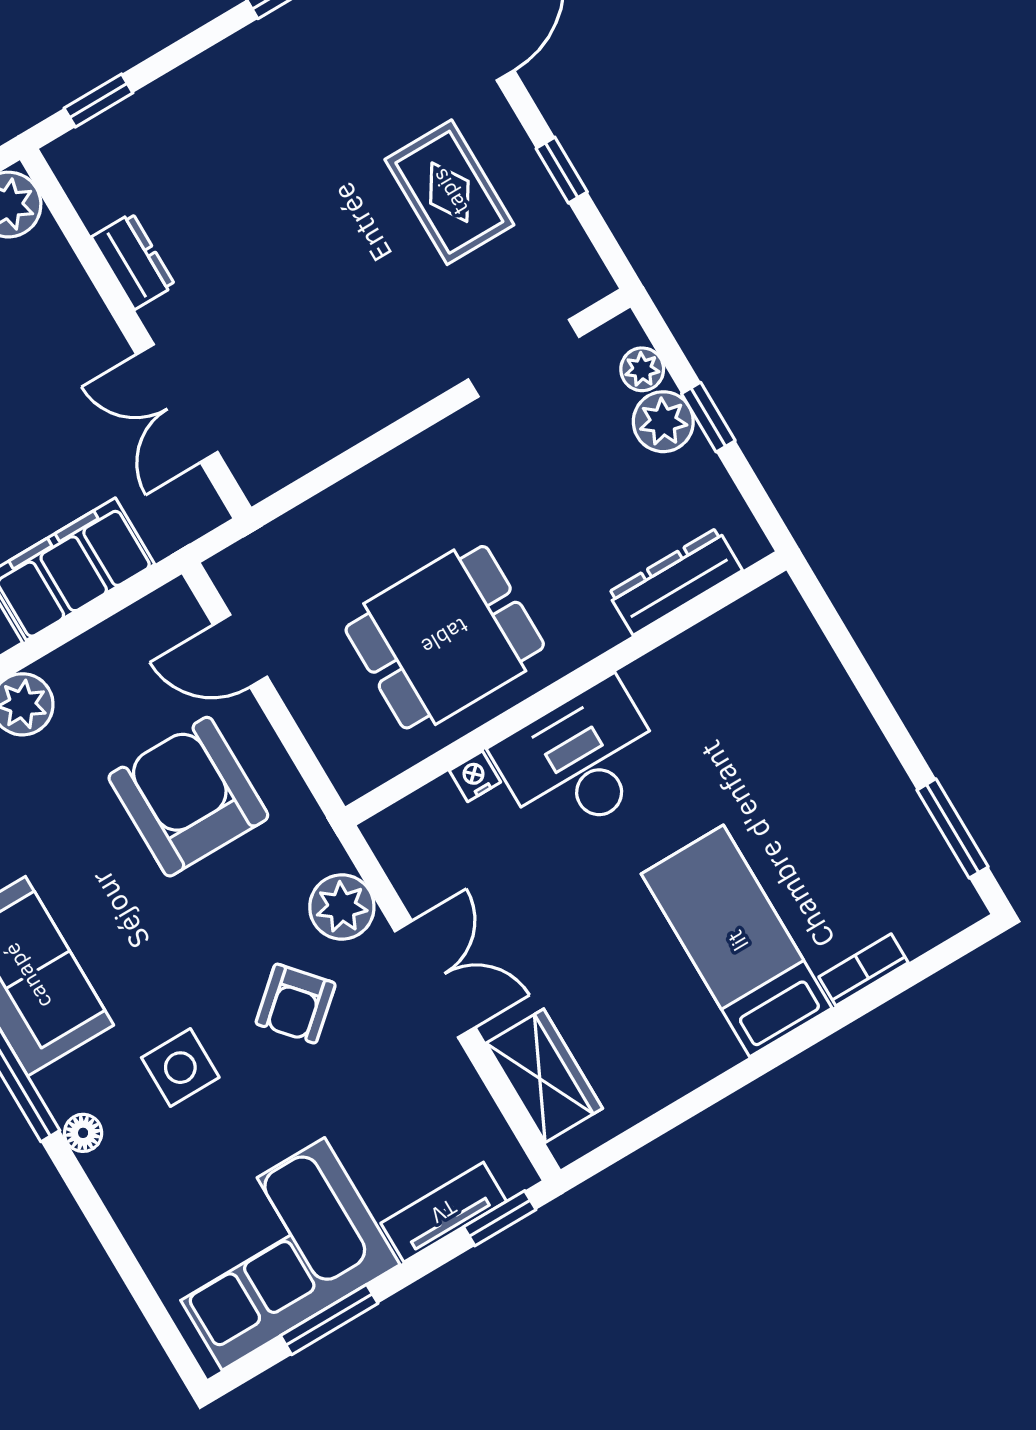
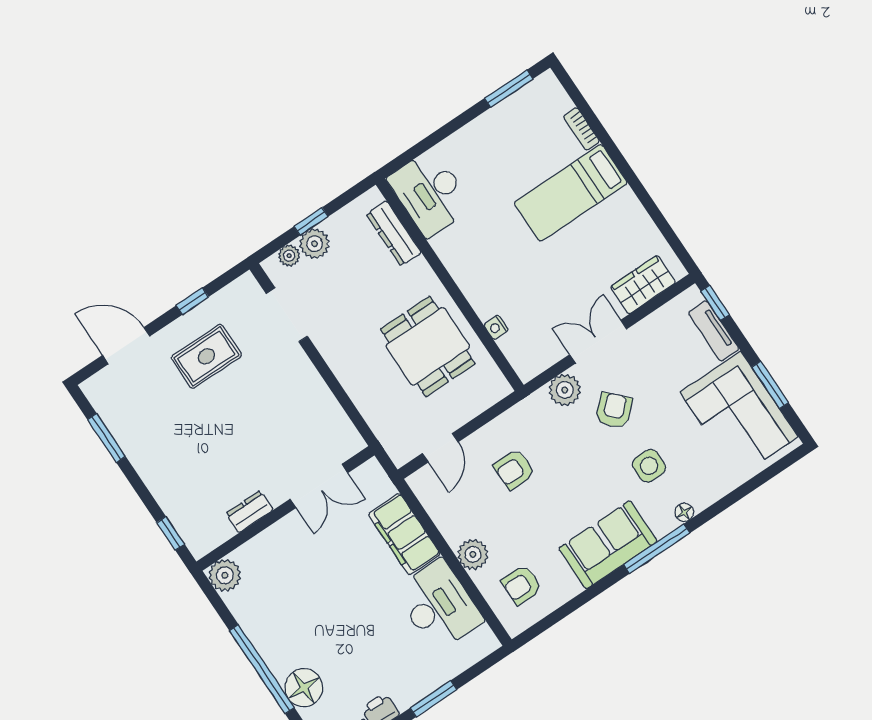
desk: (581, 761) -> (430, 193), moved
armchair: (188, 797) -> (514, 469), width x0.53, depth x0.53
armchair: (296, 1004) -> (614, 410), turned -93

